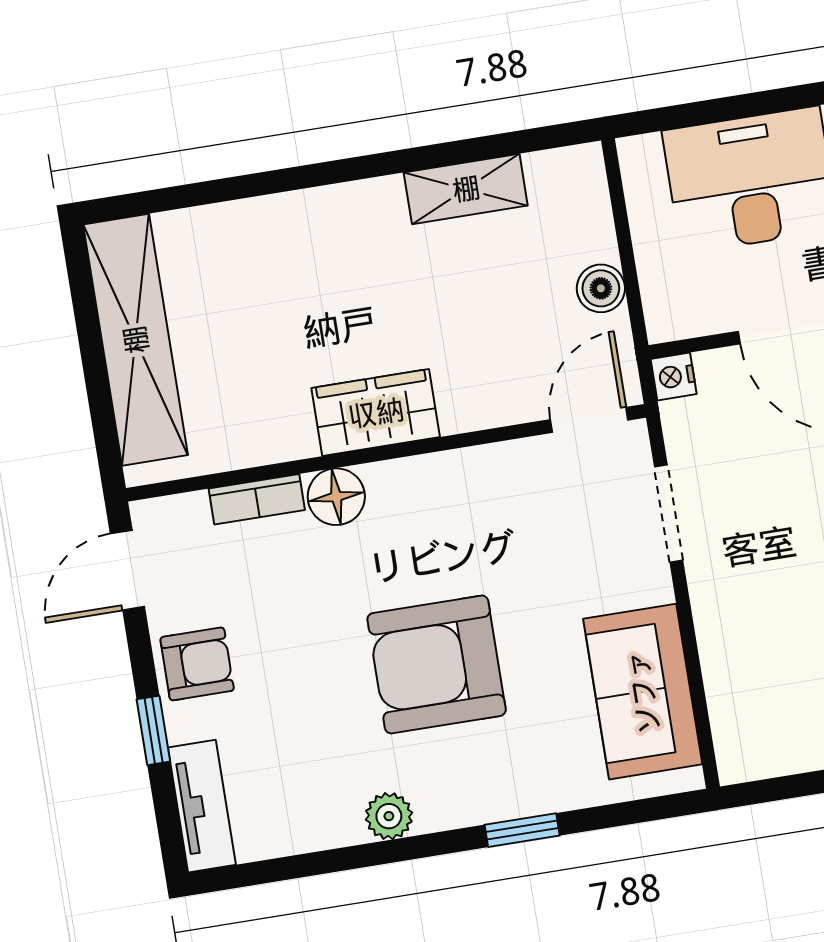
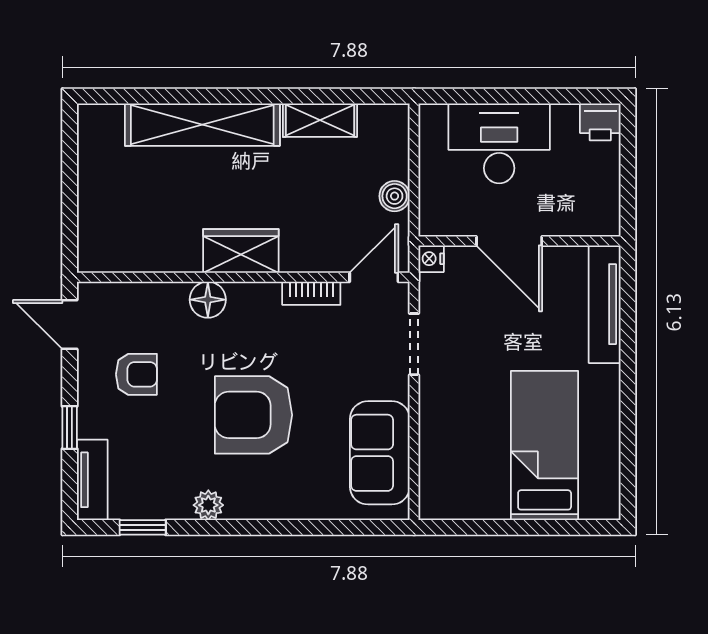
shelving: (136, 340) -> (202, 125), moved, turned 90
bookcase: (257, 499) -> (311, 293), moved
door: (127, 570) -> (70, 325), hinge flipped
armchair: (197, 664) -> (136, 374), moved
window: (522, 830) -> (143, 527), moved

